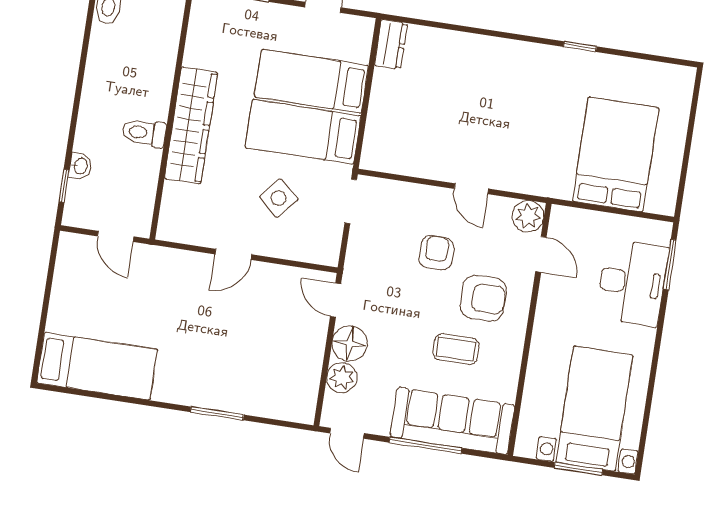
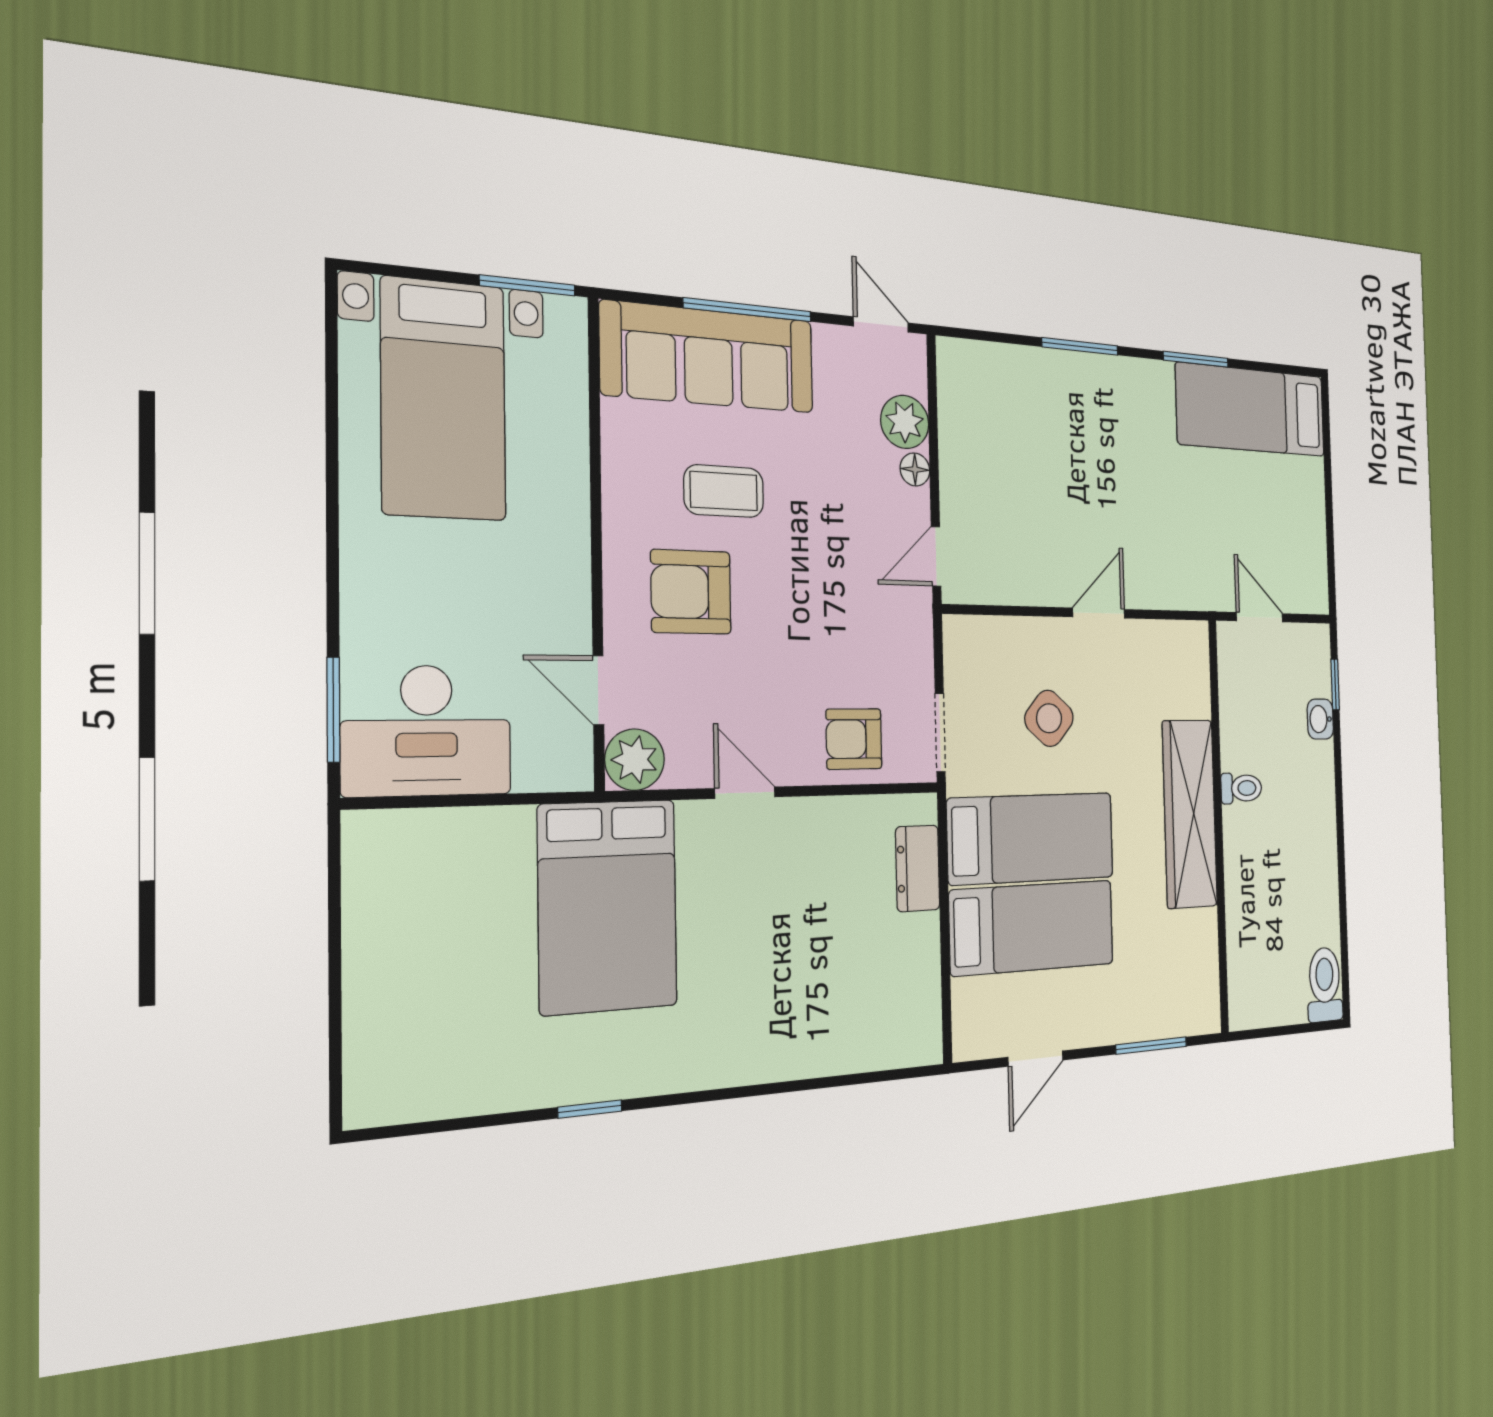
dresser: (391, 44) -> (918, 868), moved
toilet: (144, 133) -> (1241, 788), width x0.73, depth x0.72
bed: (616, 154) -> (608, 906), moved
armchair: (436, 253) -> (854, 739), moved, turned 90
desk: (632, 283) -> (427, 731), moved, turned -90
door: (336, 300) -> (936, 556), swing flipped
floor lamp: (350, 343) -> (915, 469), width x0.53, depth x0.53
window: (134, 401) -> (1196, 359), added
window: (578, 469) -> (528, 285), moved

